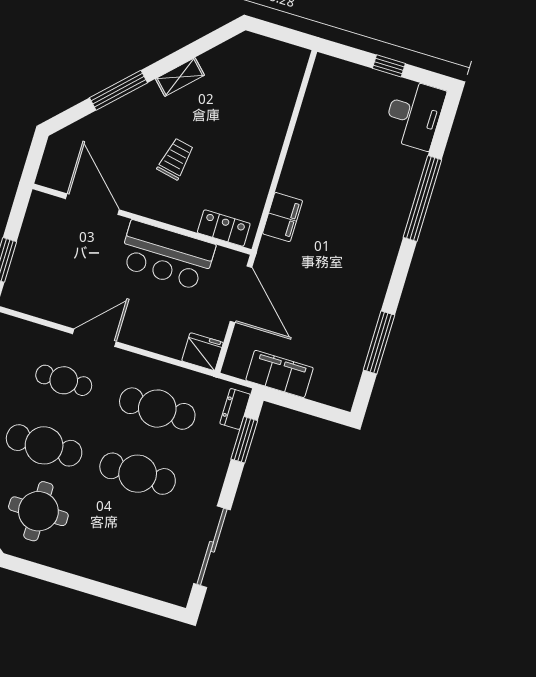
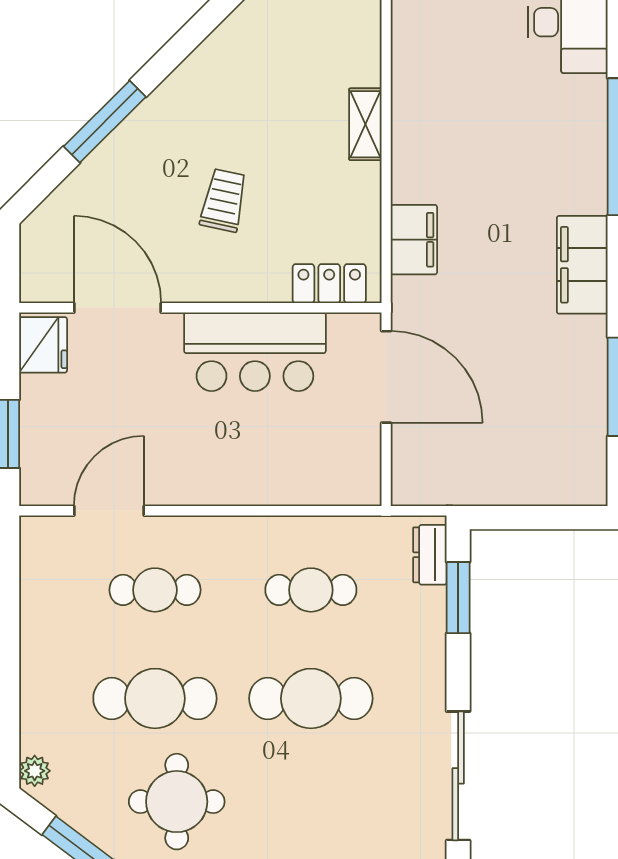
shelving: (180, 77) -> (365, 124), moved, turned -45
door: (94, 338) -> (109, 511), moved
fridge: (203, 352) -> (43, 345), moved, turned 90
filing cabinet: (280, 374) -> (582, 265), moved, turned -90
cafe table: (157, 409) -> (311, 590), width x0.73, depth x0.74

